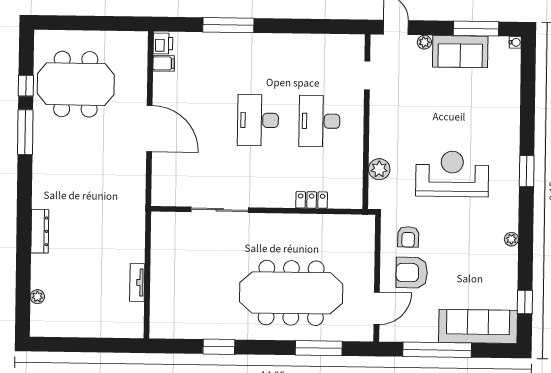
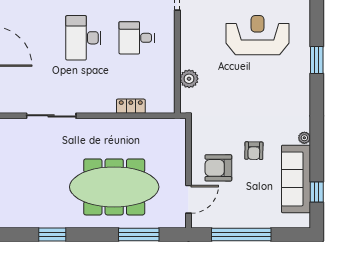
desk: (319, 121) -> (137, 38), width x0.73
window: (527, 171) -> (317, 60), moved
reception desk: (452, 174) -> (258, 35), moved
armchair: (408, 237) -> (254, 151), moved
sofa: (478, 326) -> (296, 179), moved, turned -90

